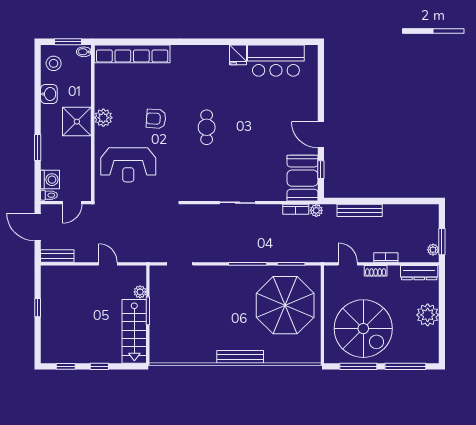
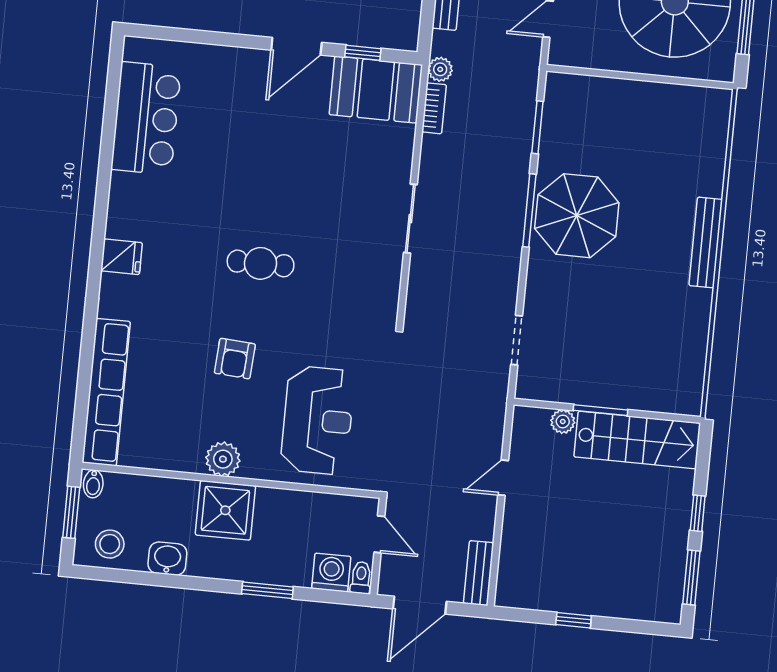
fridge: (238, 55) -> (122, 257), moved
parasol: (285, 305) -> (577, 216), moved, width x0.73, depth x0.73
window: (66, 366) -> (691, 578), width x1.50

